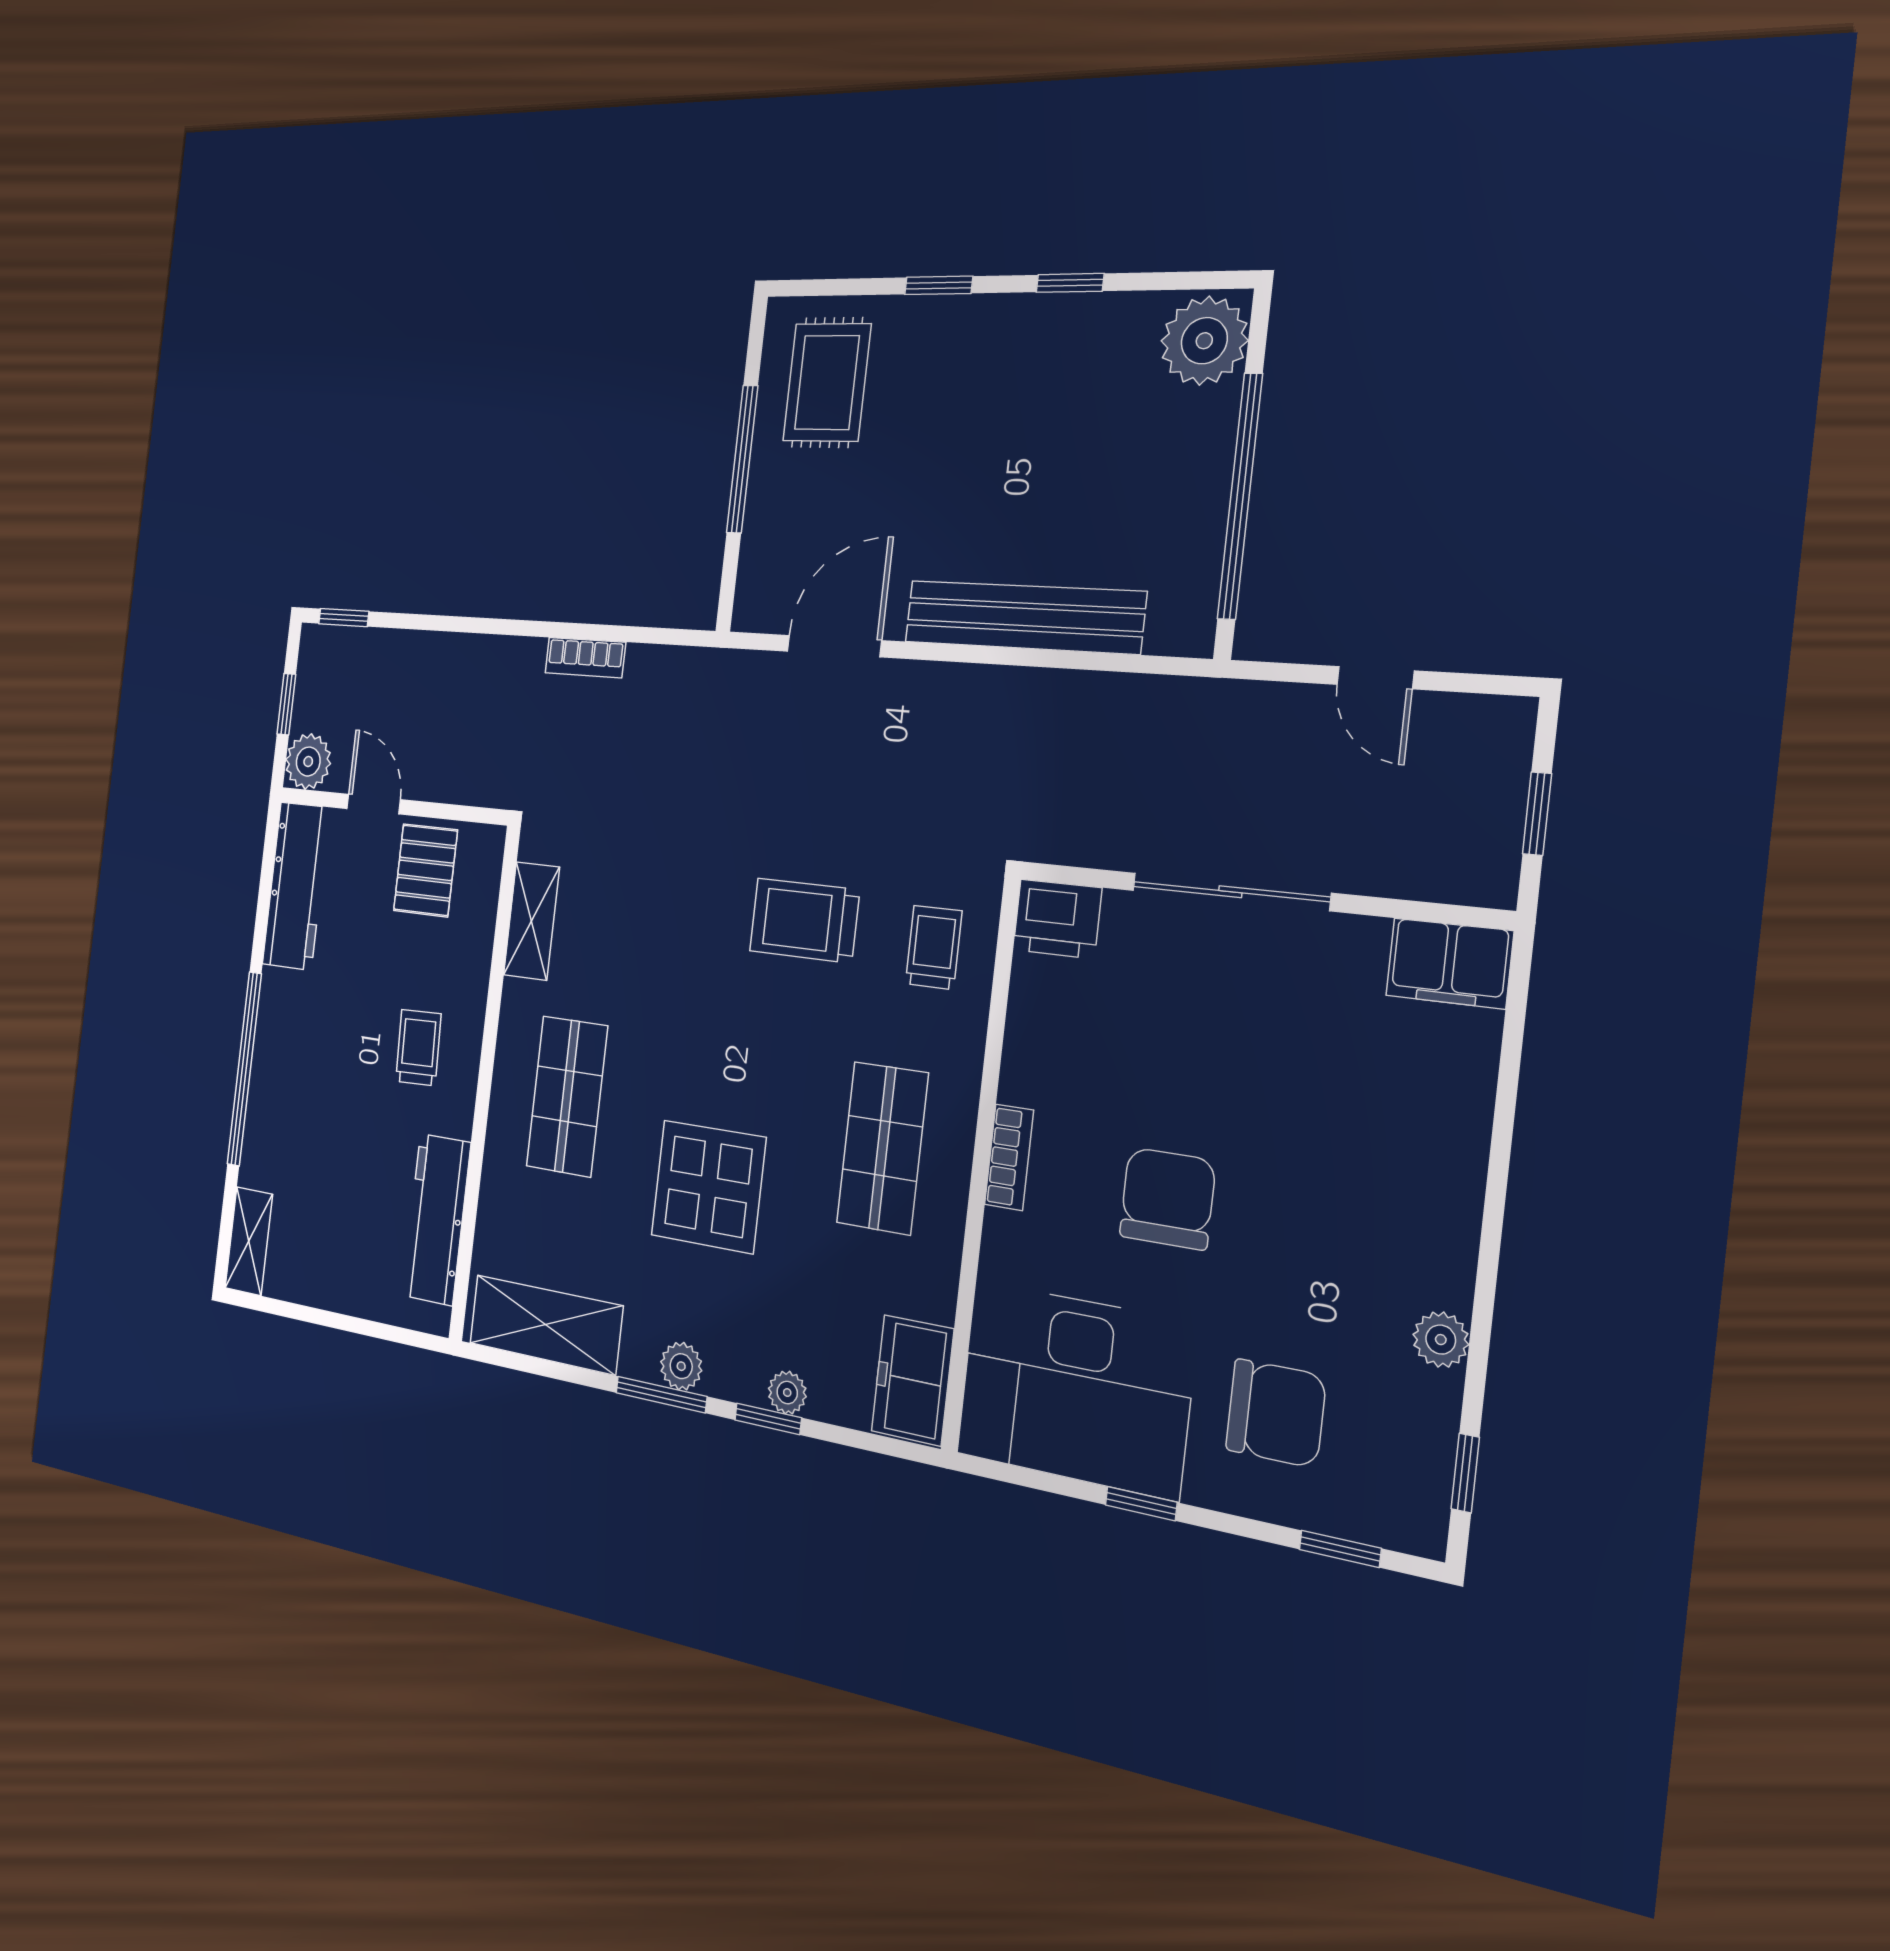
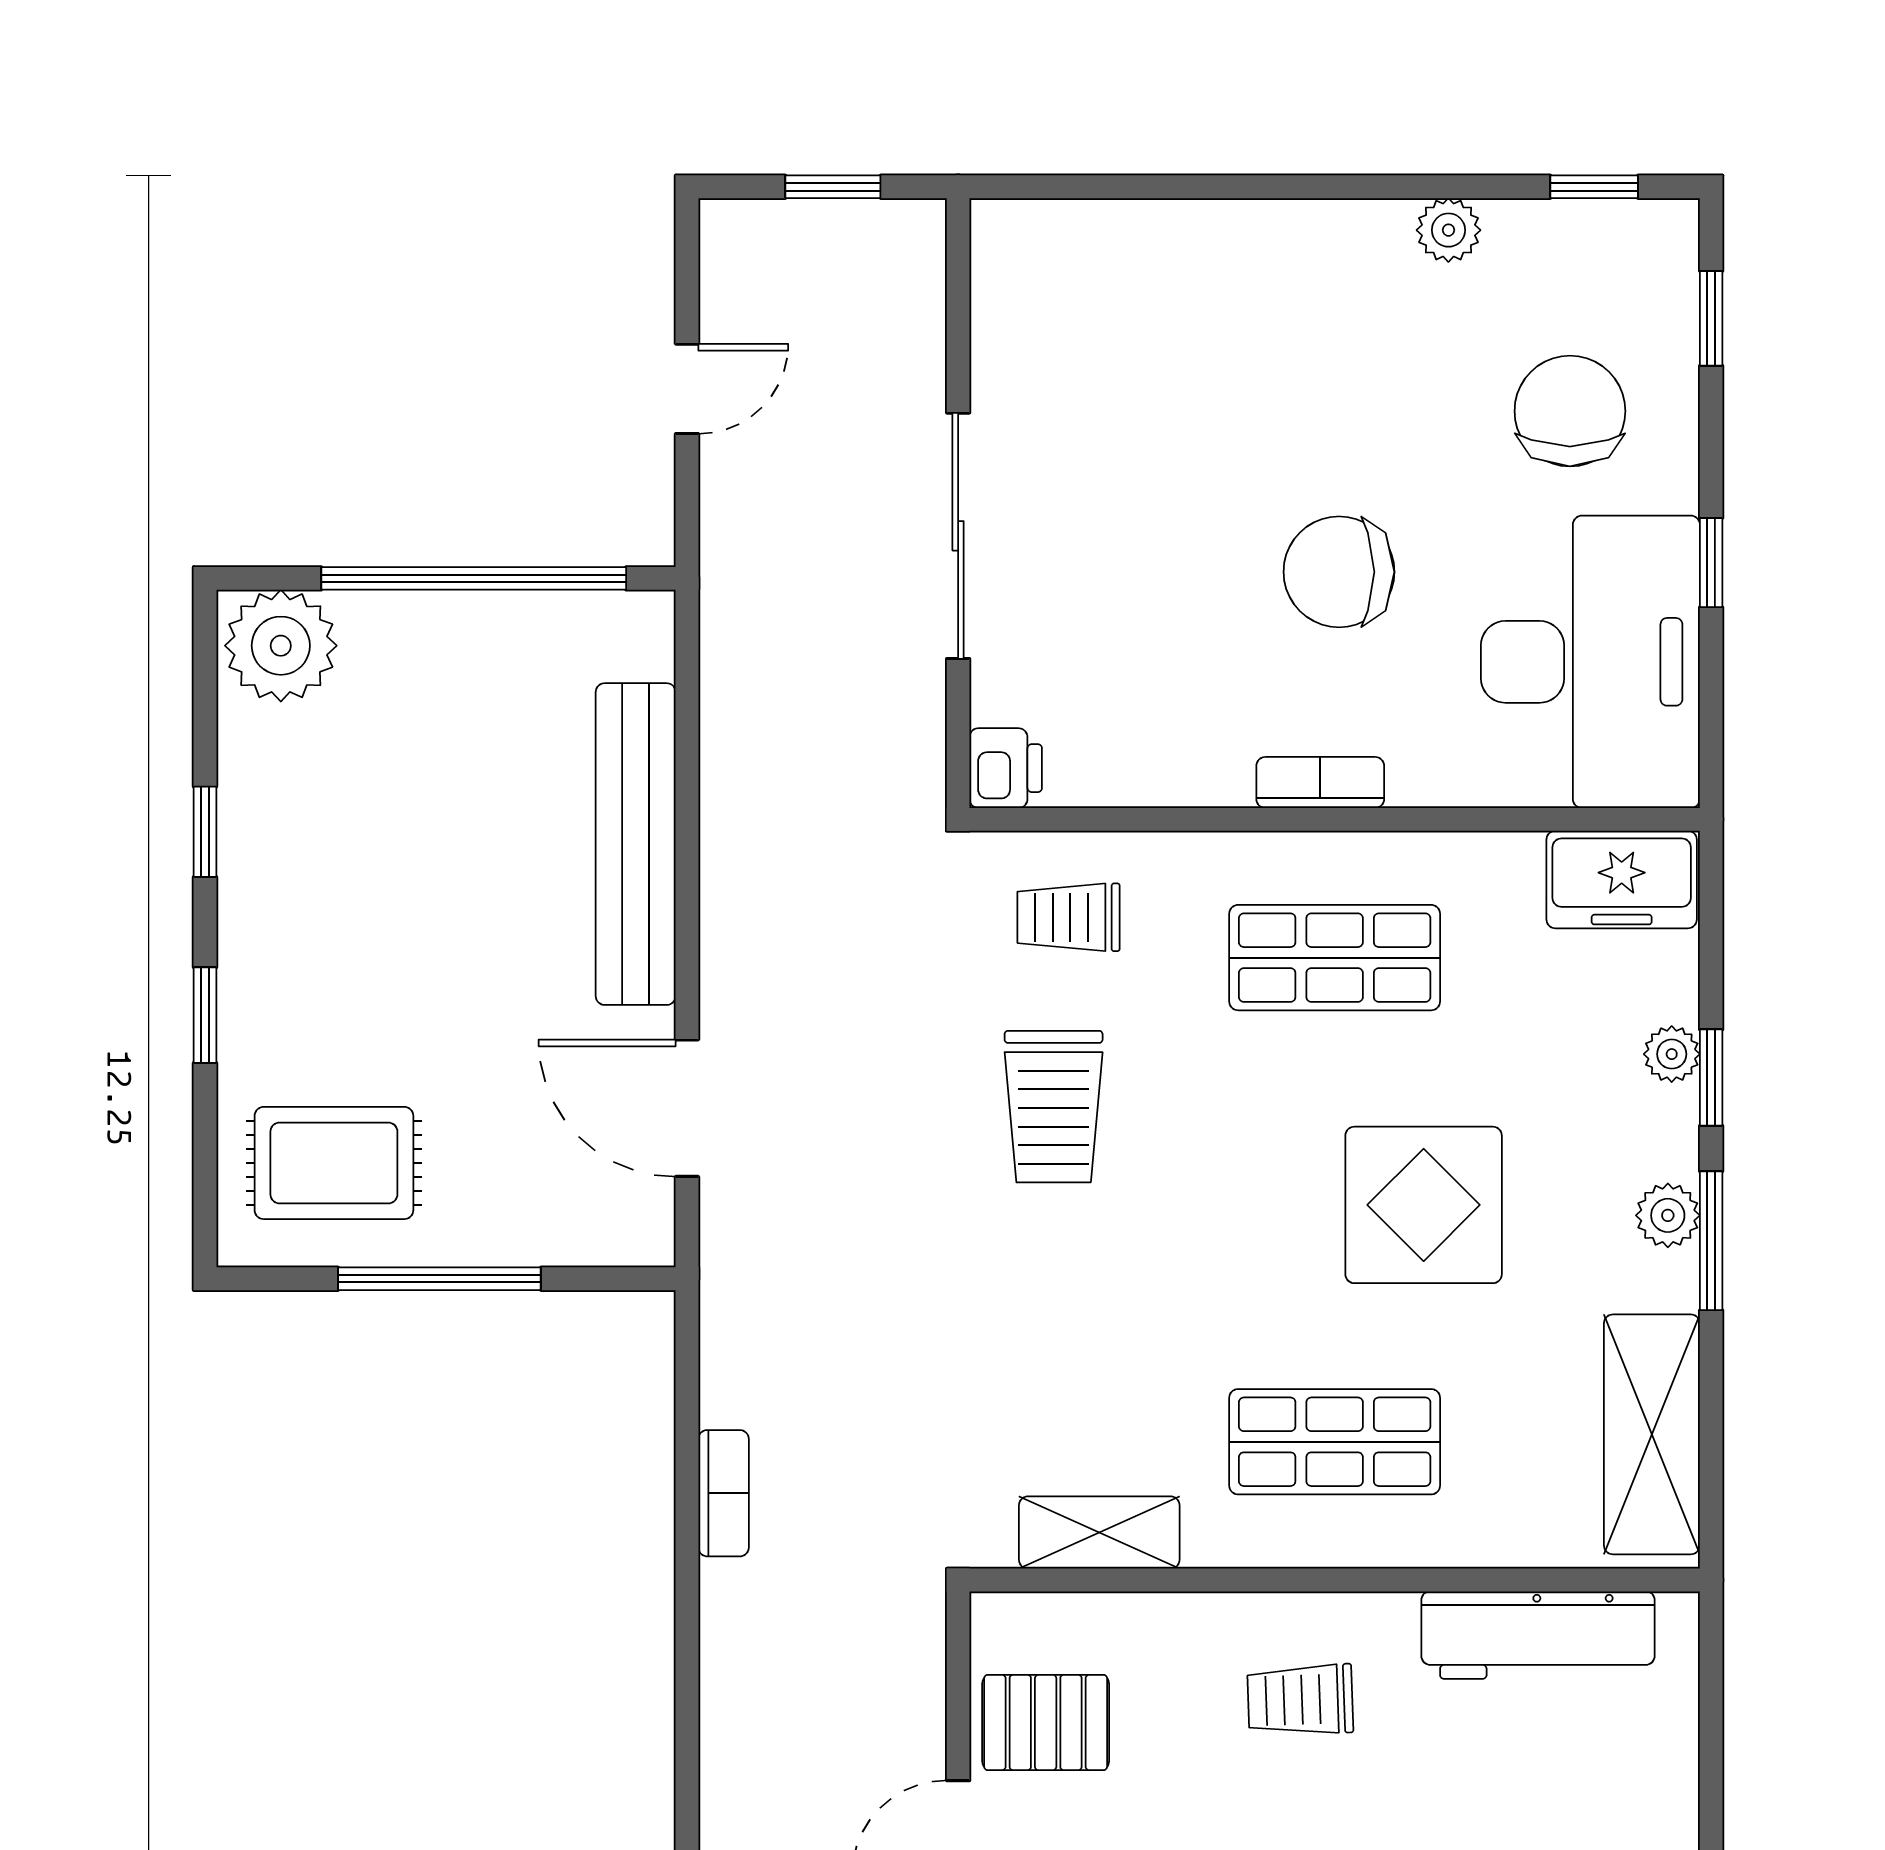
printer: (1057, 919) -> (1006, 768), width x0.73, depth x0.81
filing cabinet: (1449, 963) -> (1015, 267), removed

